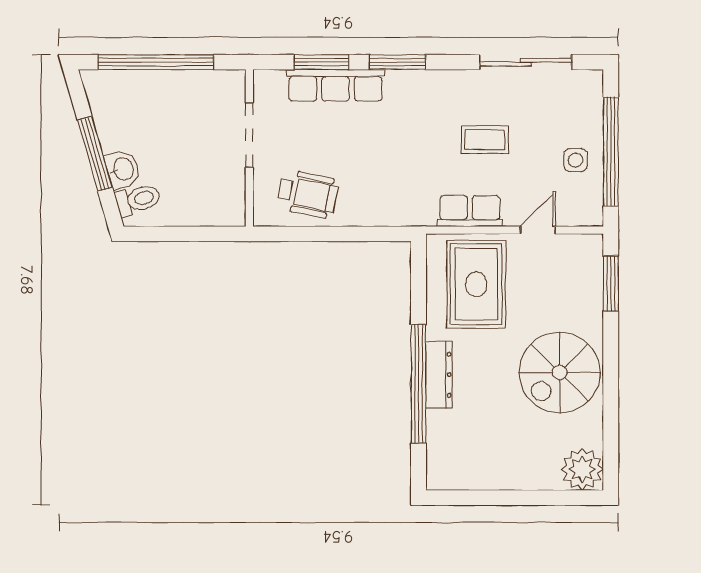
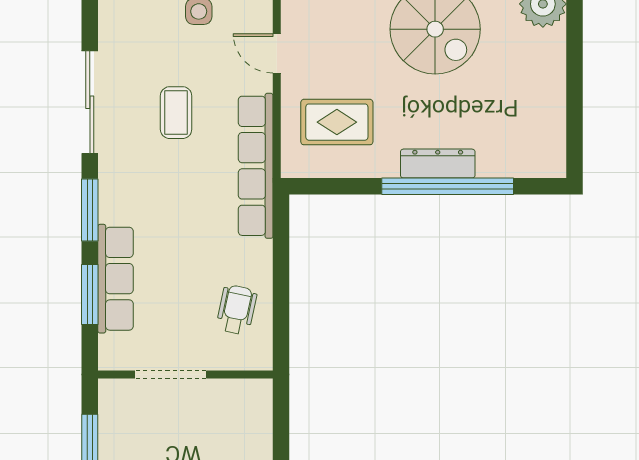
sliding door: (526, 62) -> (90, 102), moved
wheelchair: (308, 194) -> (237, 310), width x0.73, depth x0.73
row of seats: (470, 211) -> (256, 166), width x2.02
rug: (476, 284) -> (337, 122), width x0.73, depth x0.70

